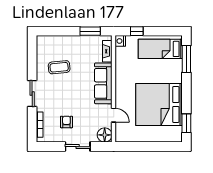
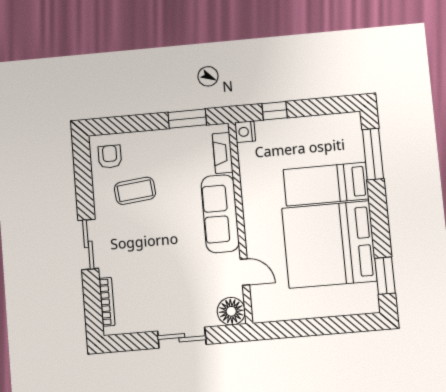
bed: (160, 49) -> (326, 184), moved
armchair: (66, 122) -> (110, 157), moved

